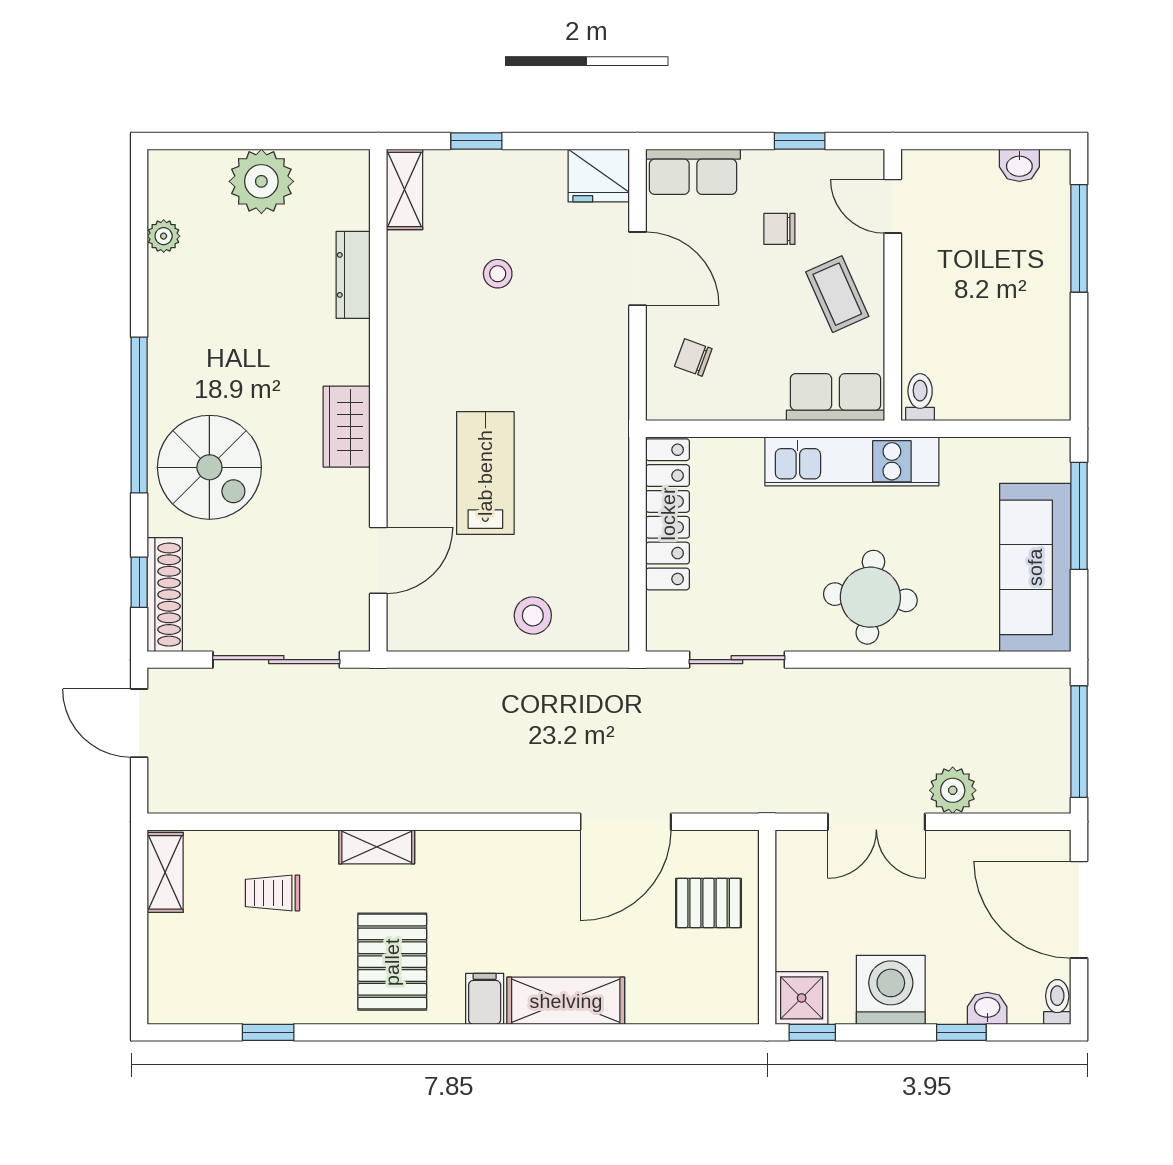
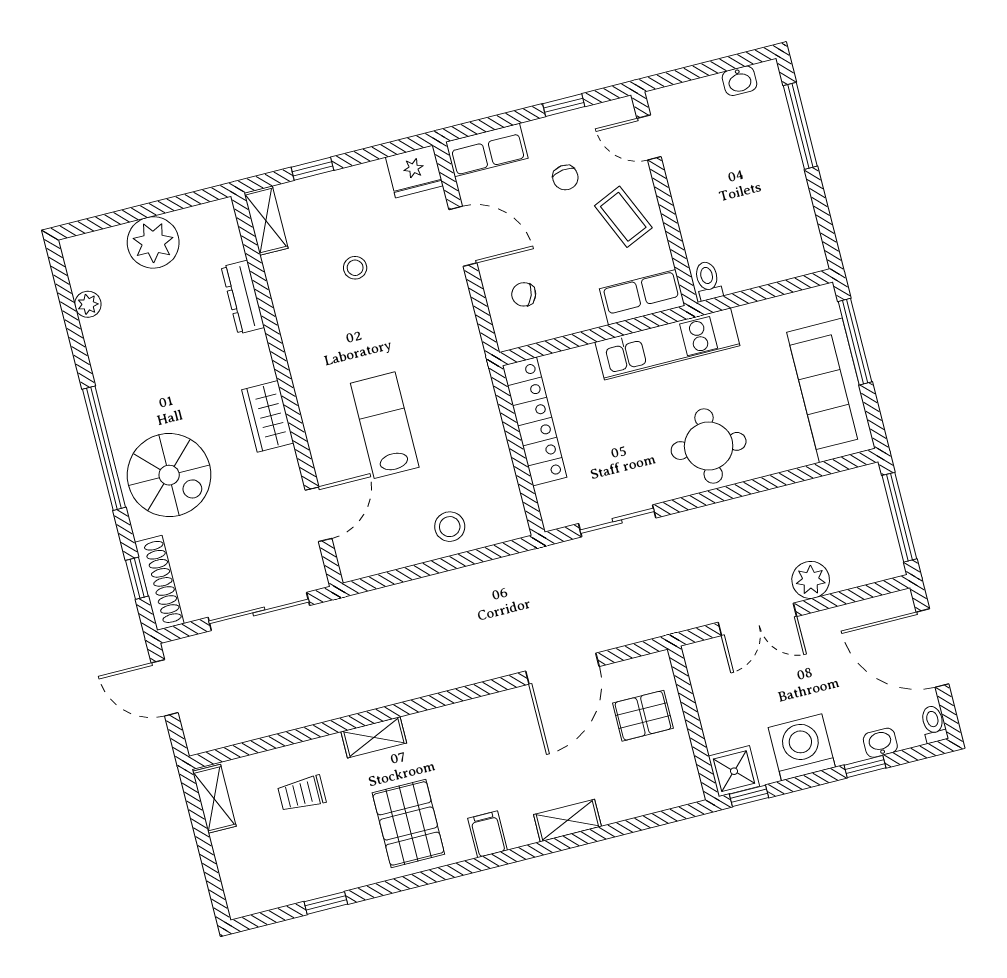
chair: (779, 229) -> (565, 177), turned -97
shelving: (566, 1001) -> (567, 820), width x0.67, depth x0.75

